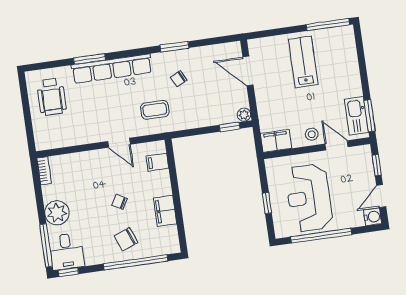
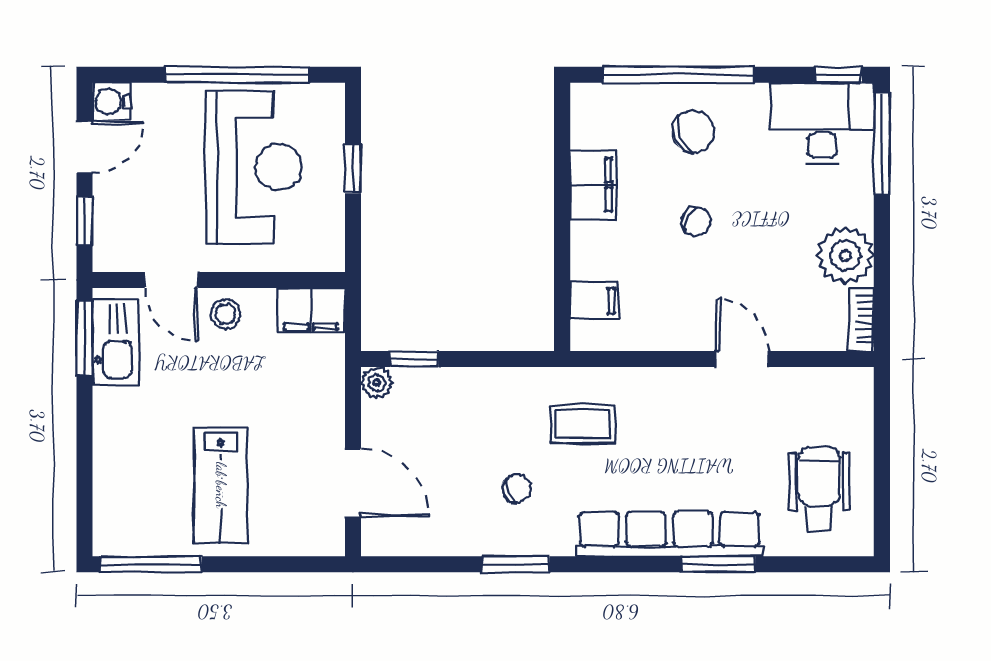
door: (119, 143) -> (742, 359), moved
plant: (57, 213) -> (845, 255), moved
desk: (66, 252) -> (822, 123), width x1.37

